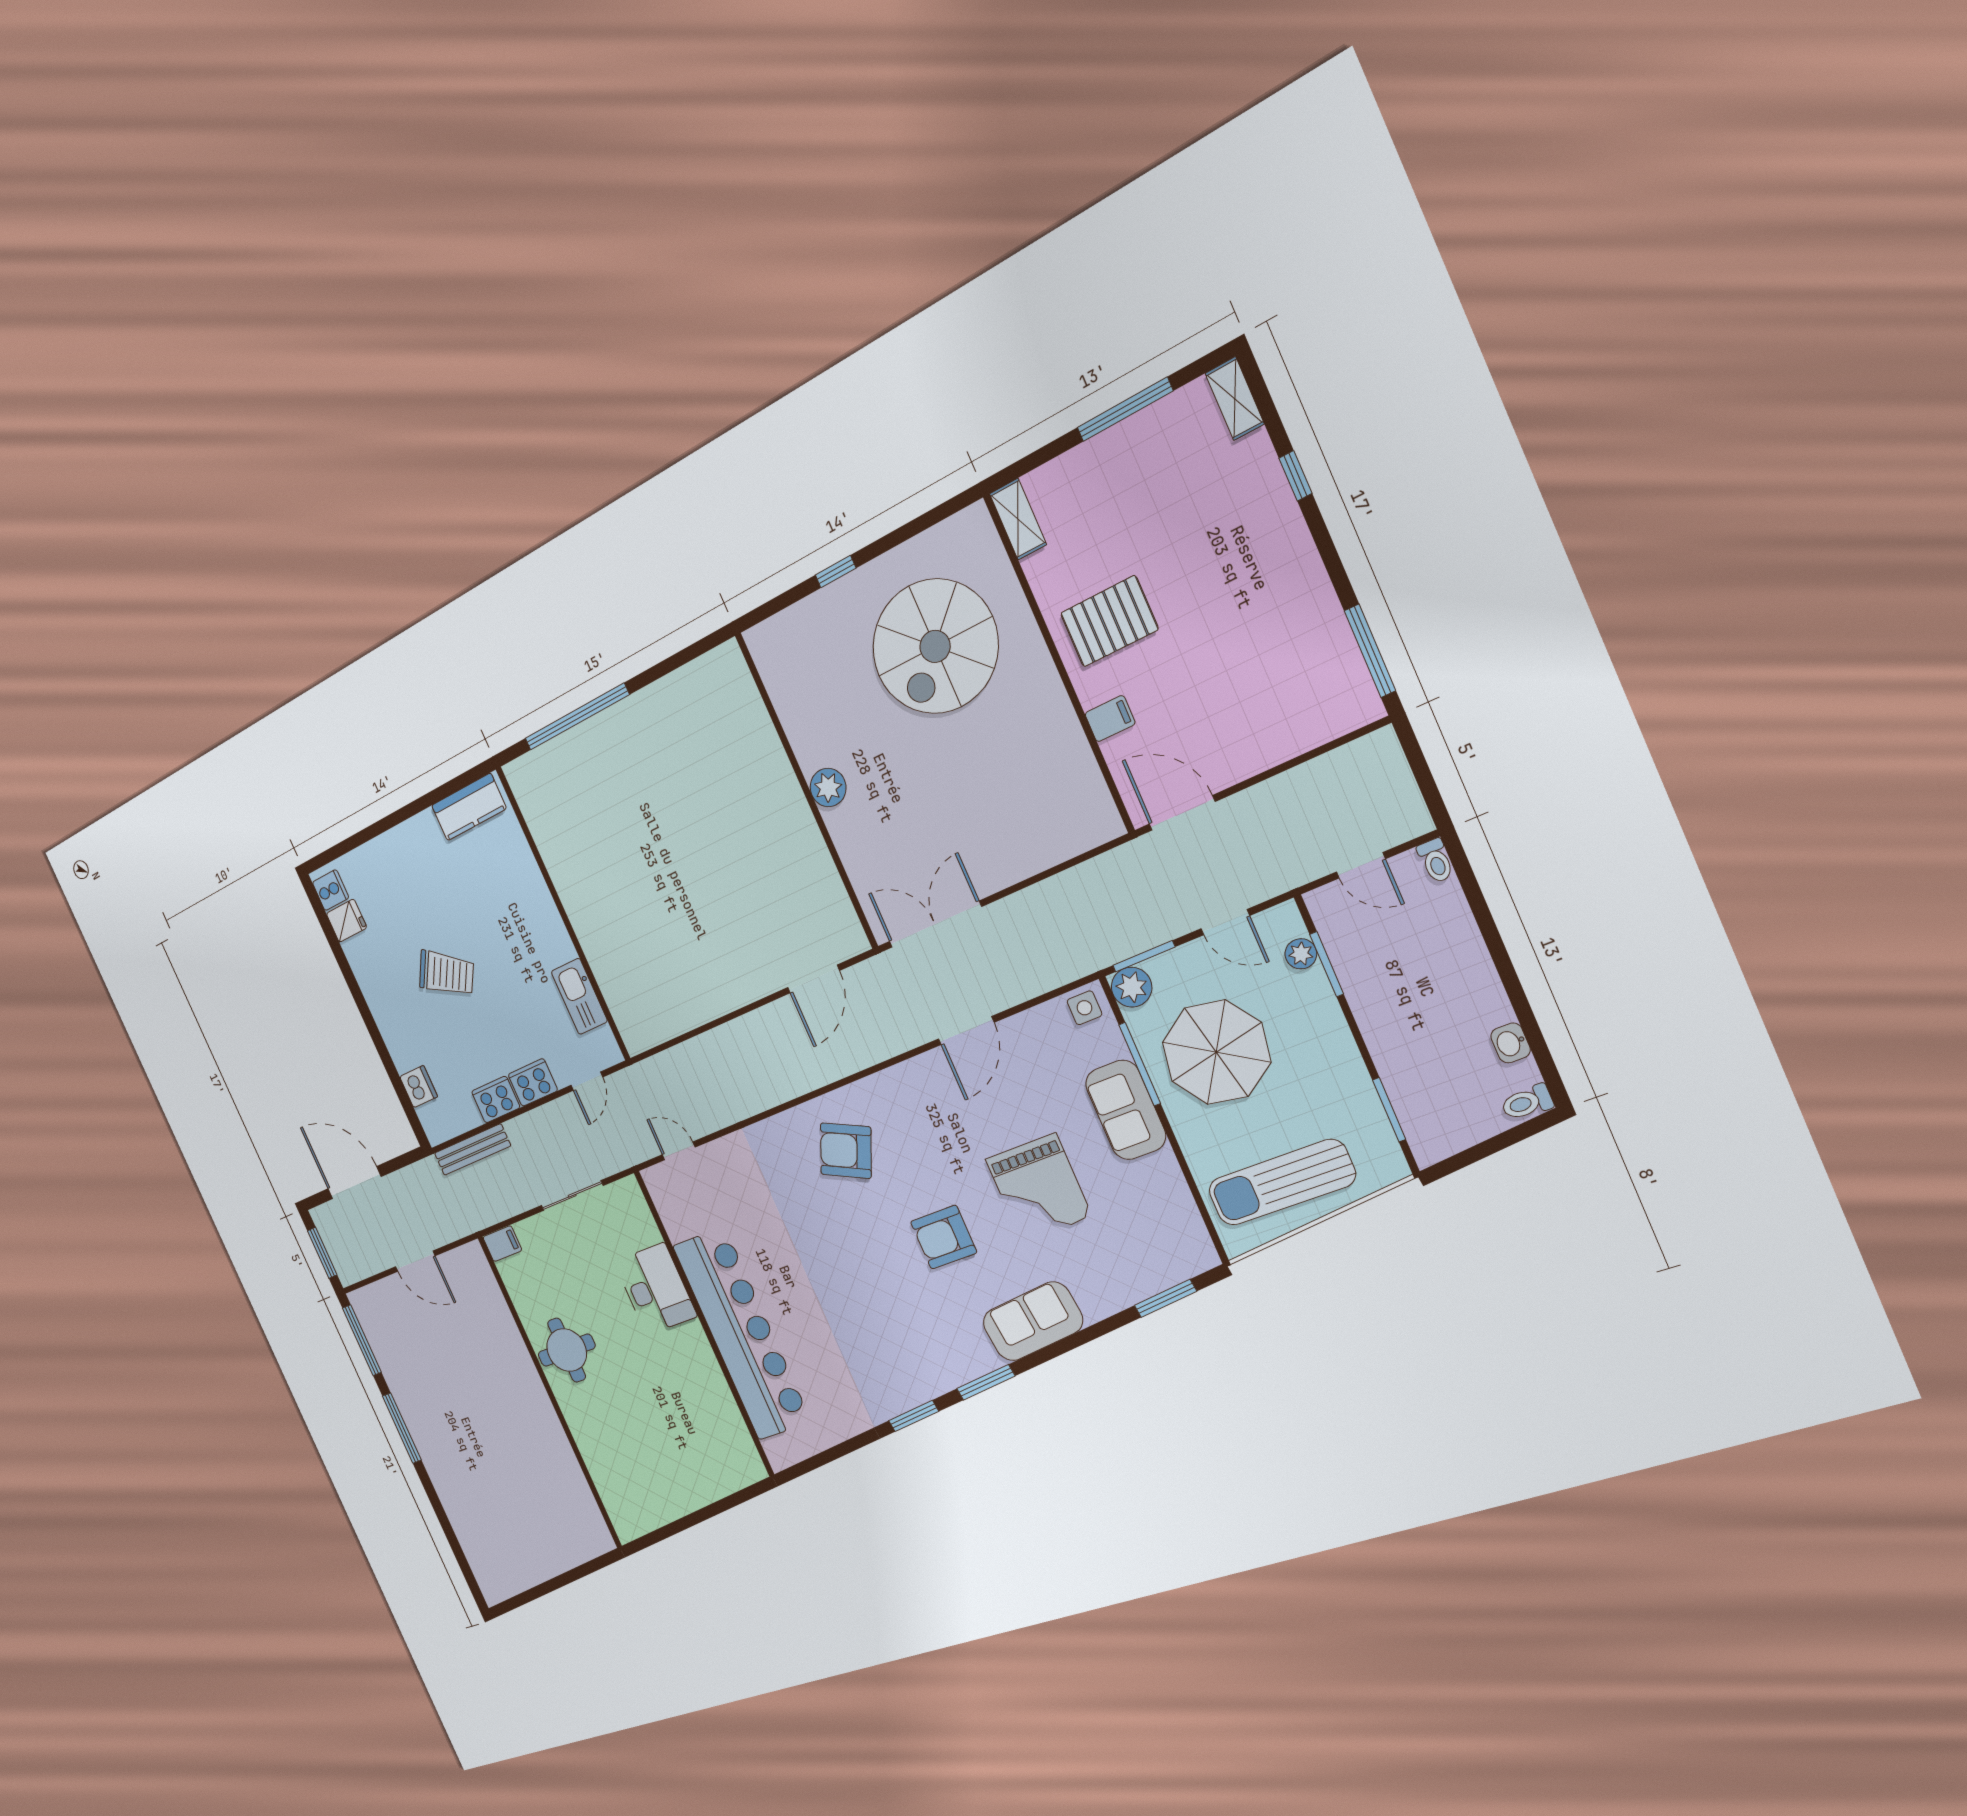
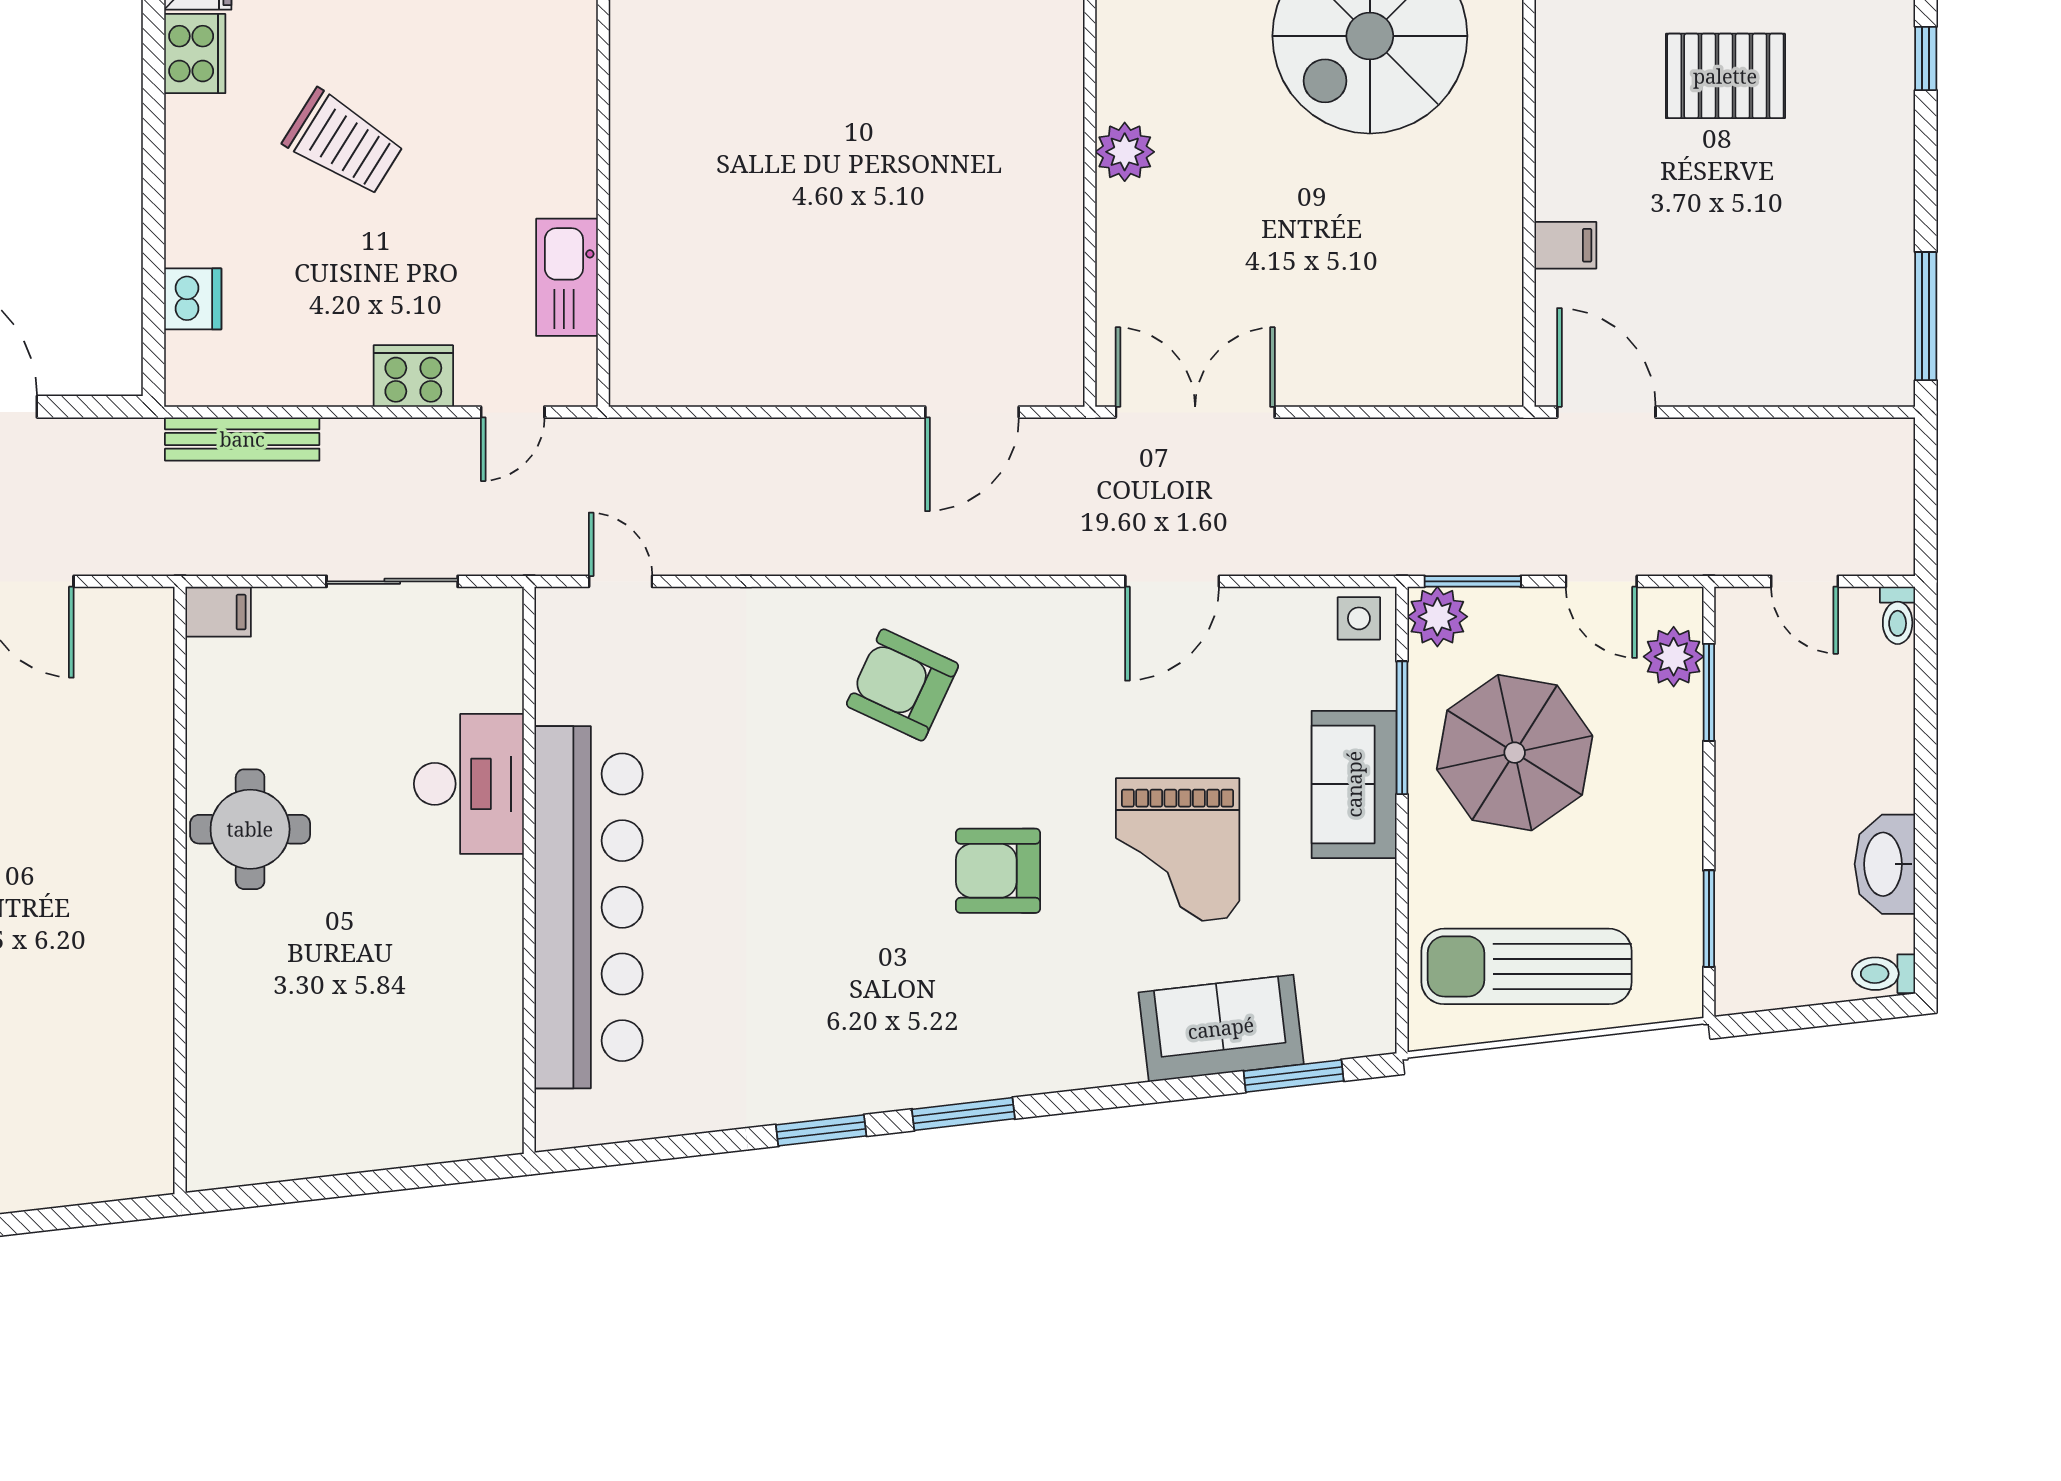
pallet: (1109, 621) -> (1725, 76), moved
plant: (1301, 954) -> (1674, 657), width x1.38, depth x1.38
washbasin: (1511, 1043) -> (1885, 864), width x1.91, depth x1.45
cooker: (496, 1100) -> (195, 54), moved, turned 90
sofa: (1033, 1321) -> (1221, 1028), moved

